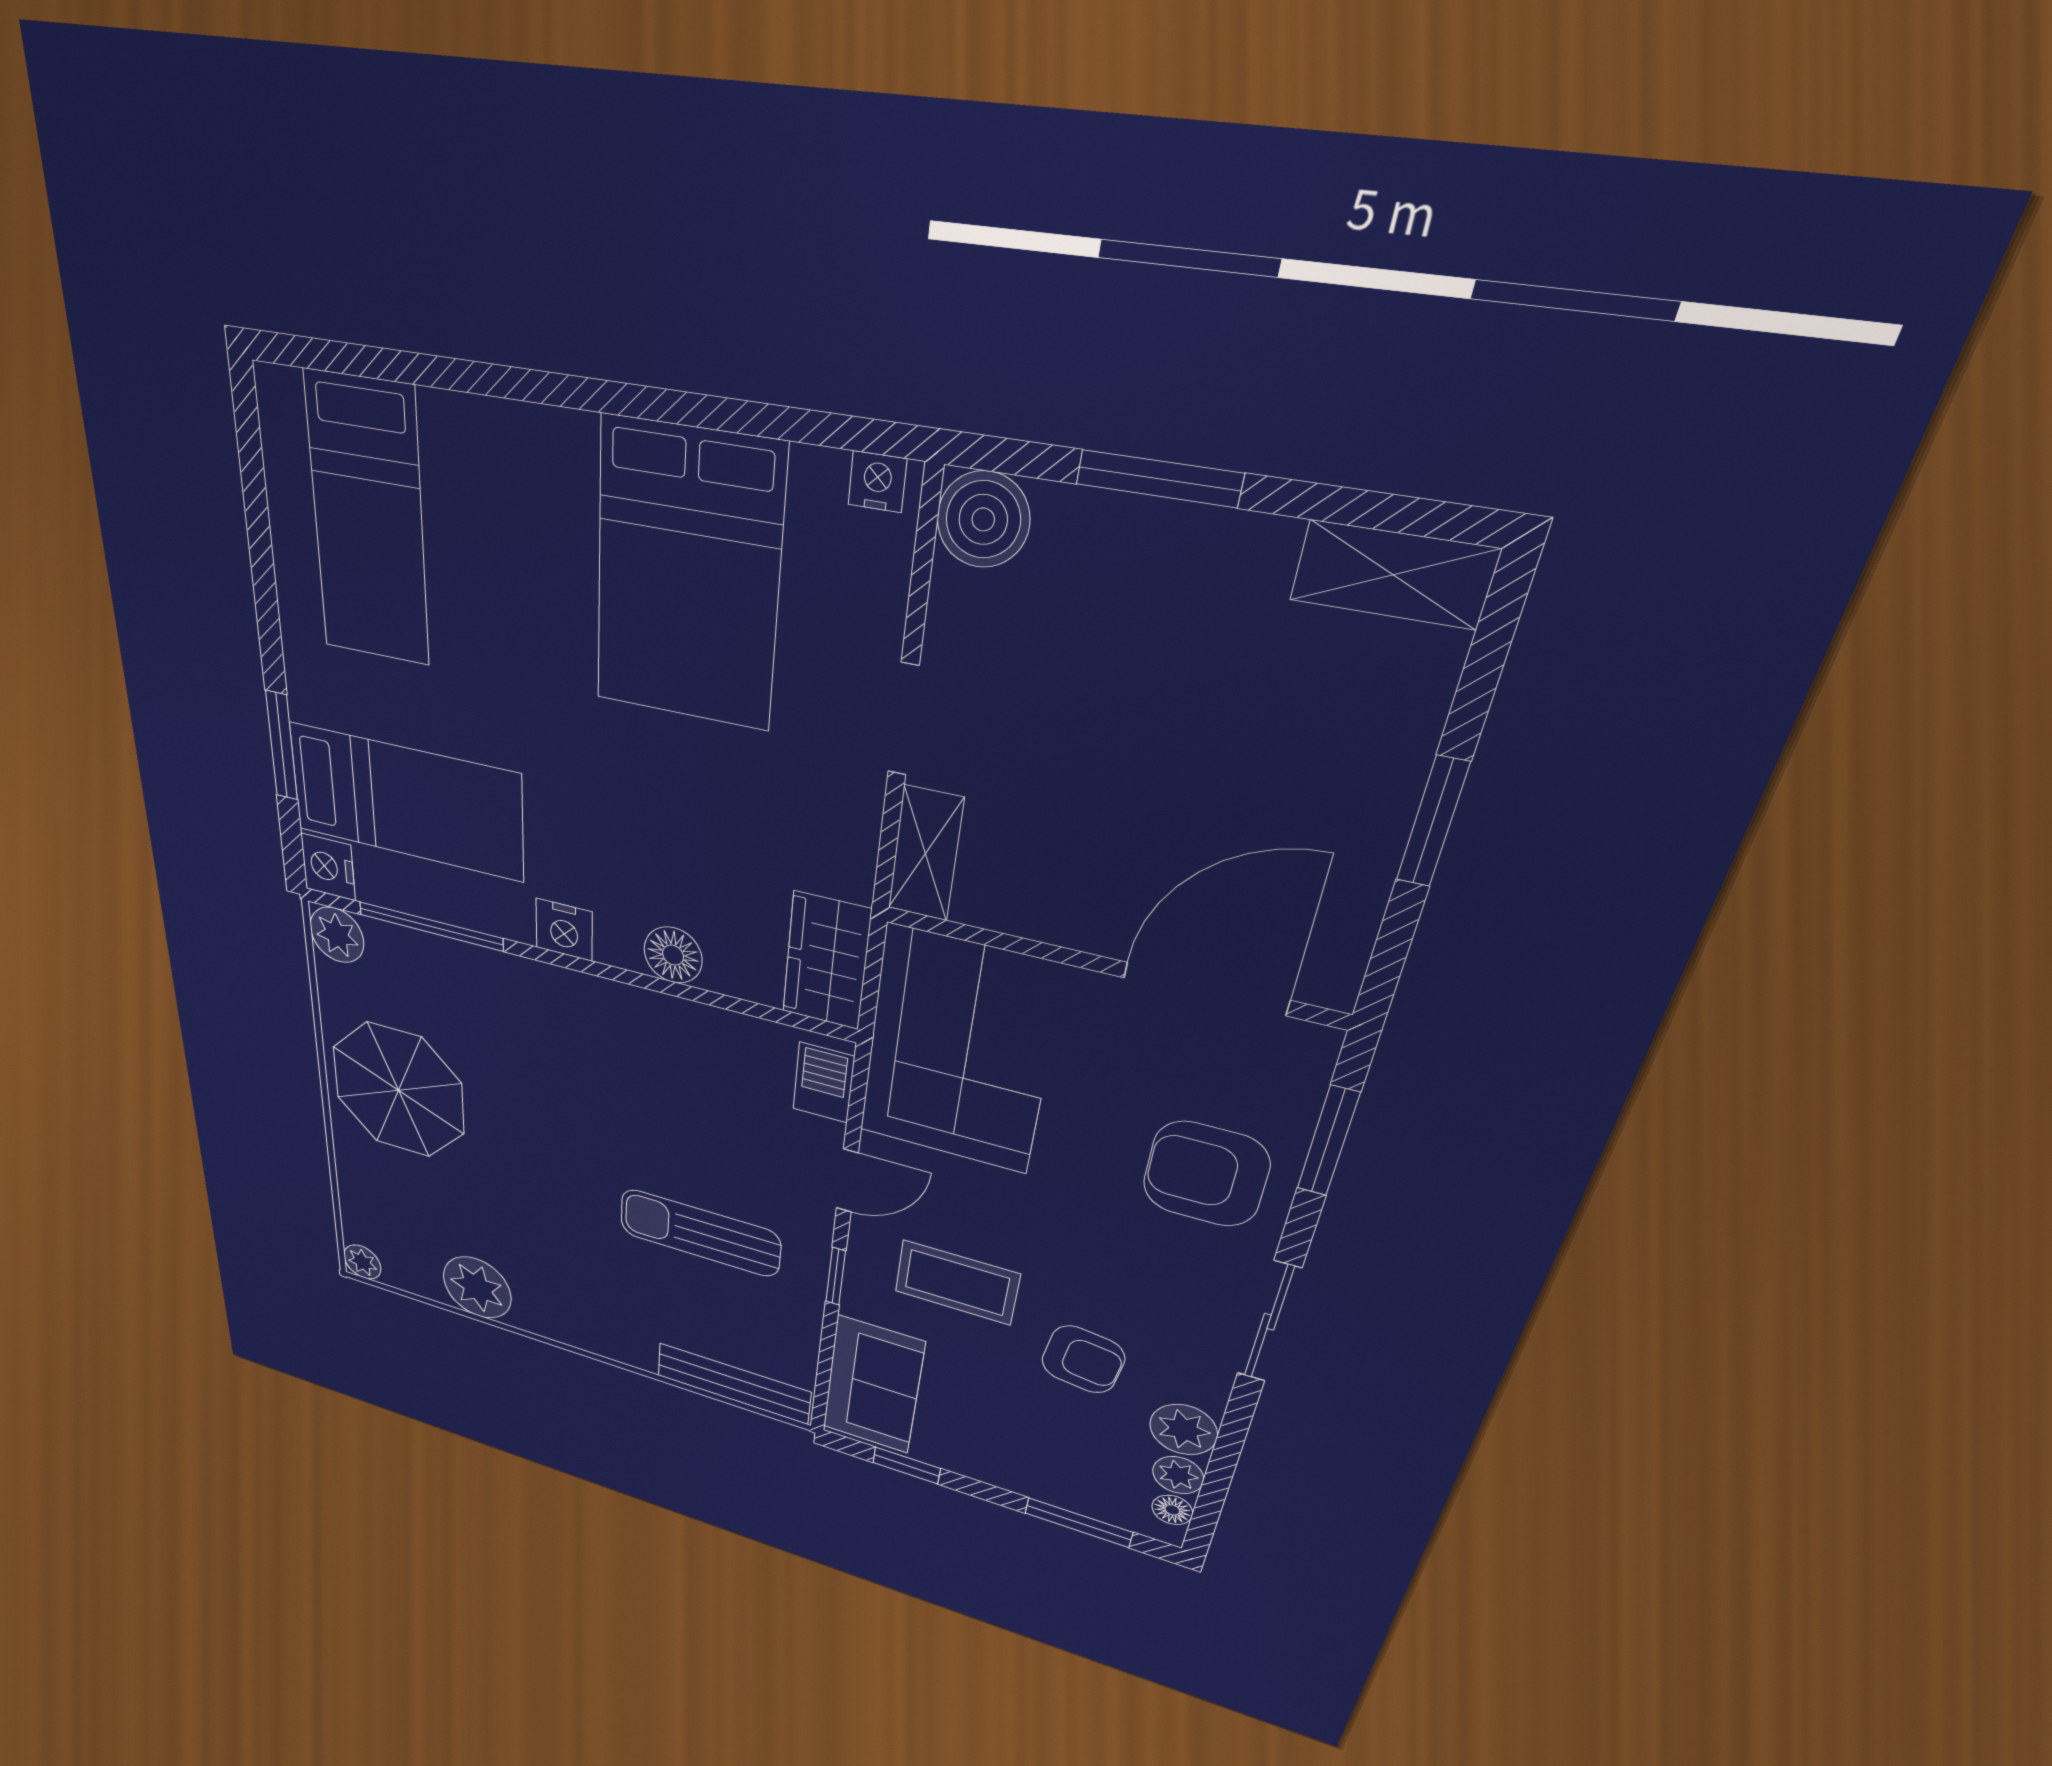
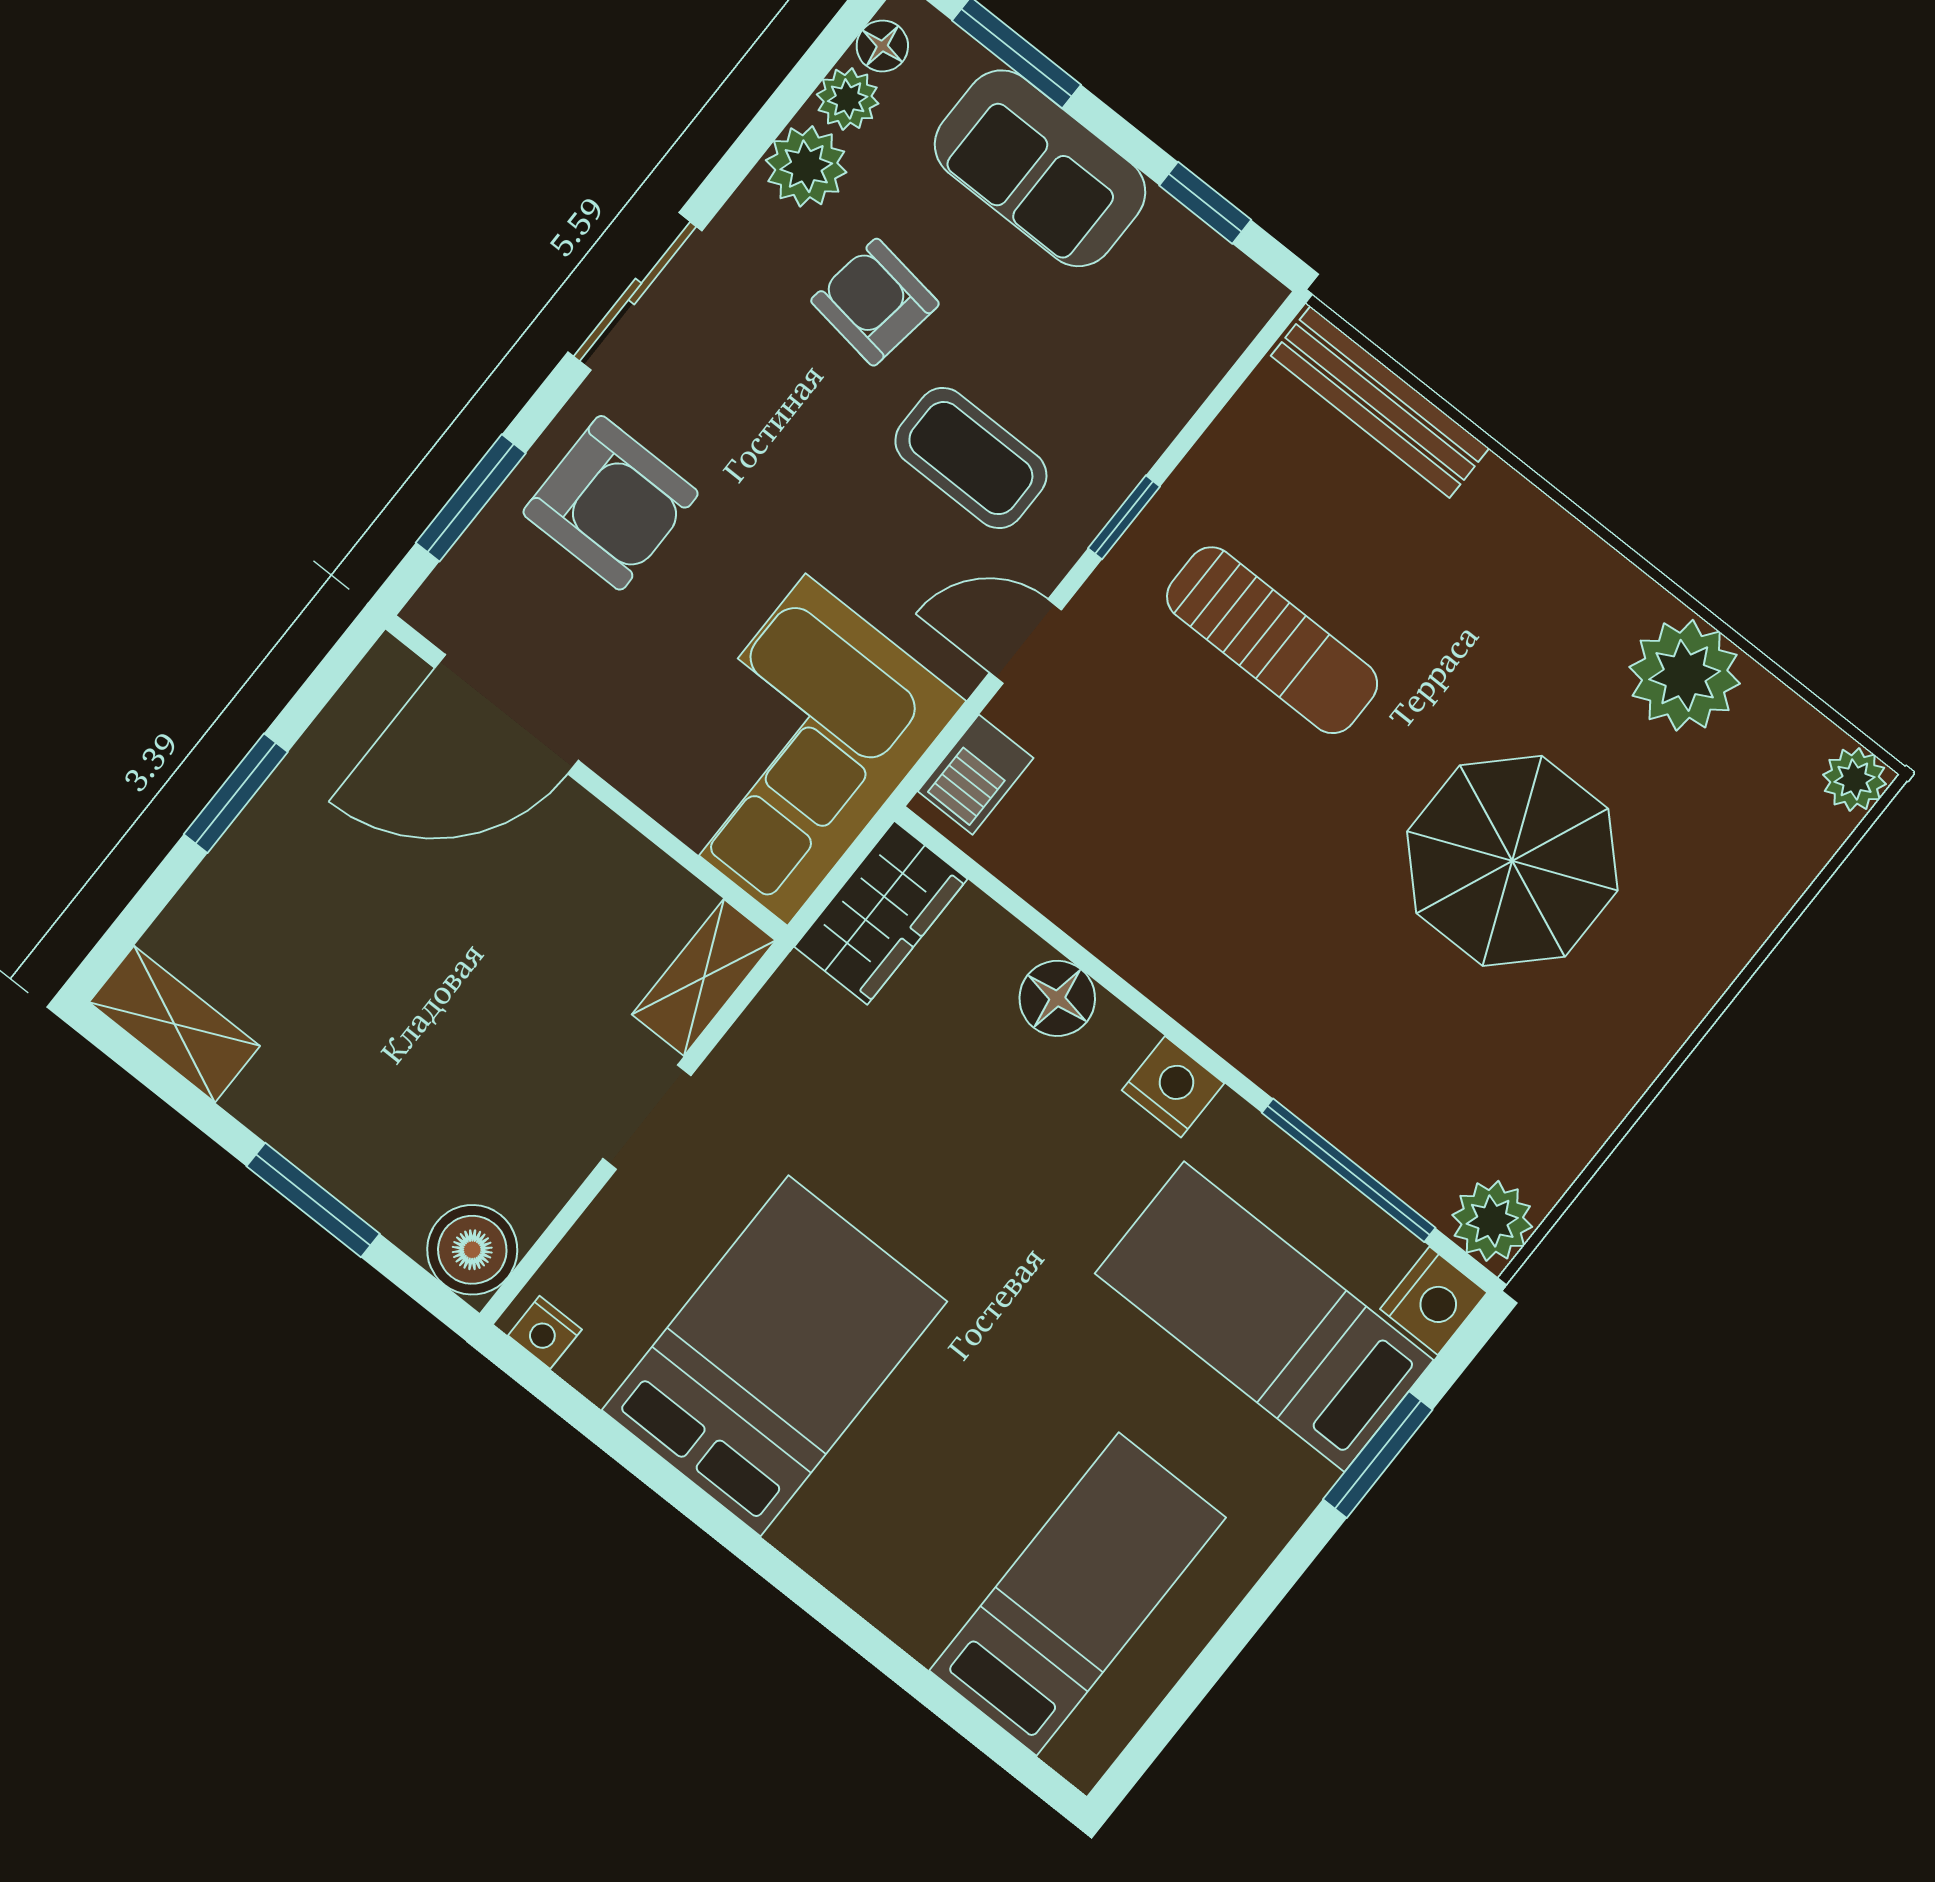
parasol: (398, 1090) -> (1512, 861), moved
sofa: (873, 1385) -> (1040, 168), moved, turned -90

